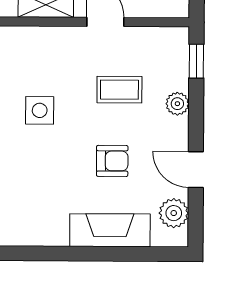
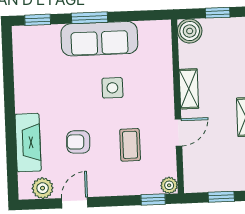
plant: (177, 104) -> (169, 185), moved
armchair: (112, 161) -> (78, 142), turned 92

